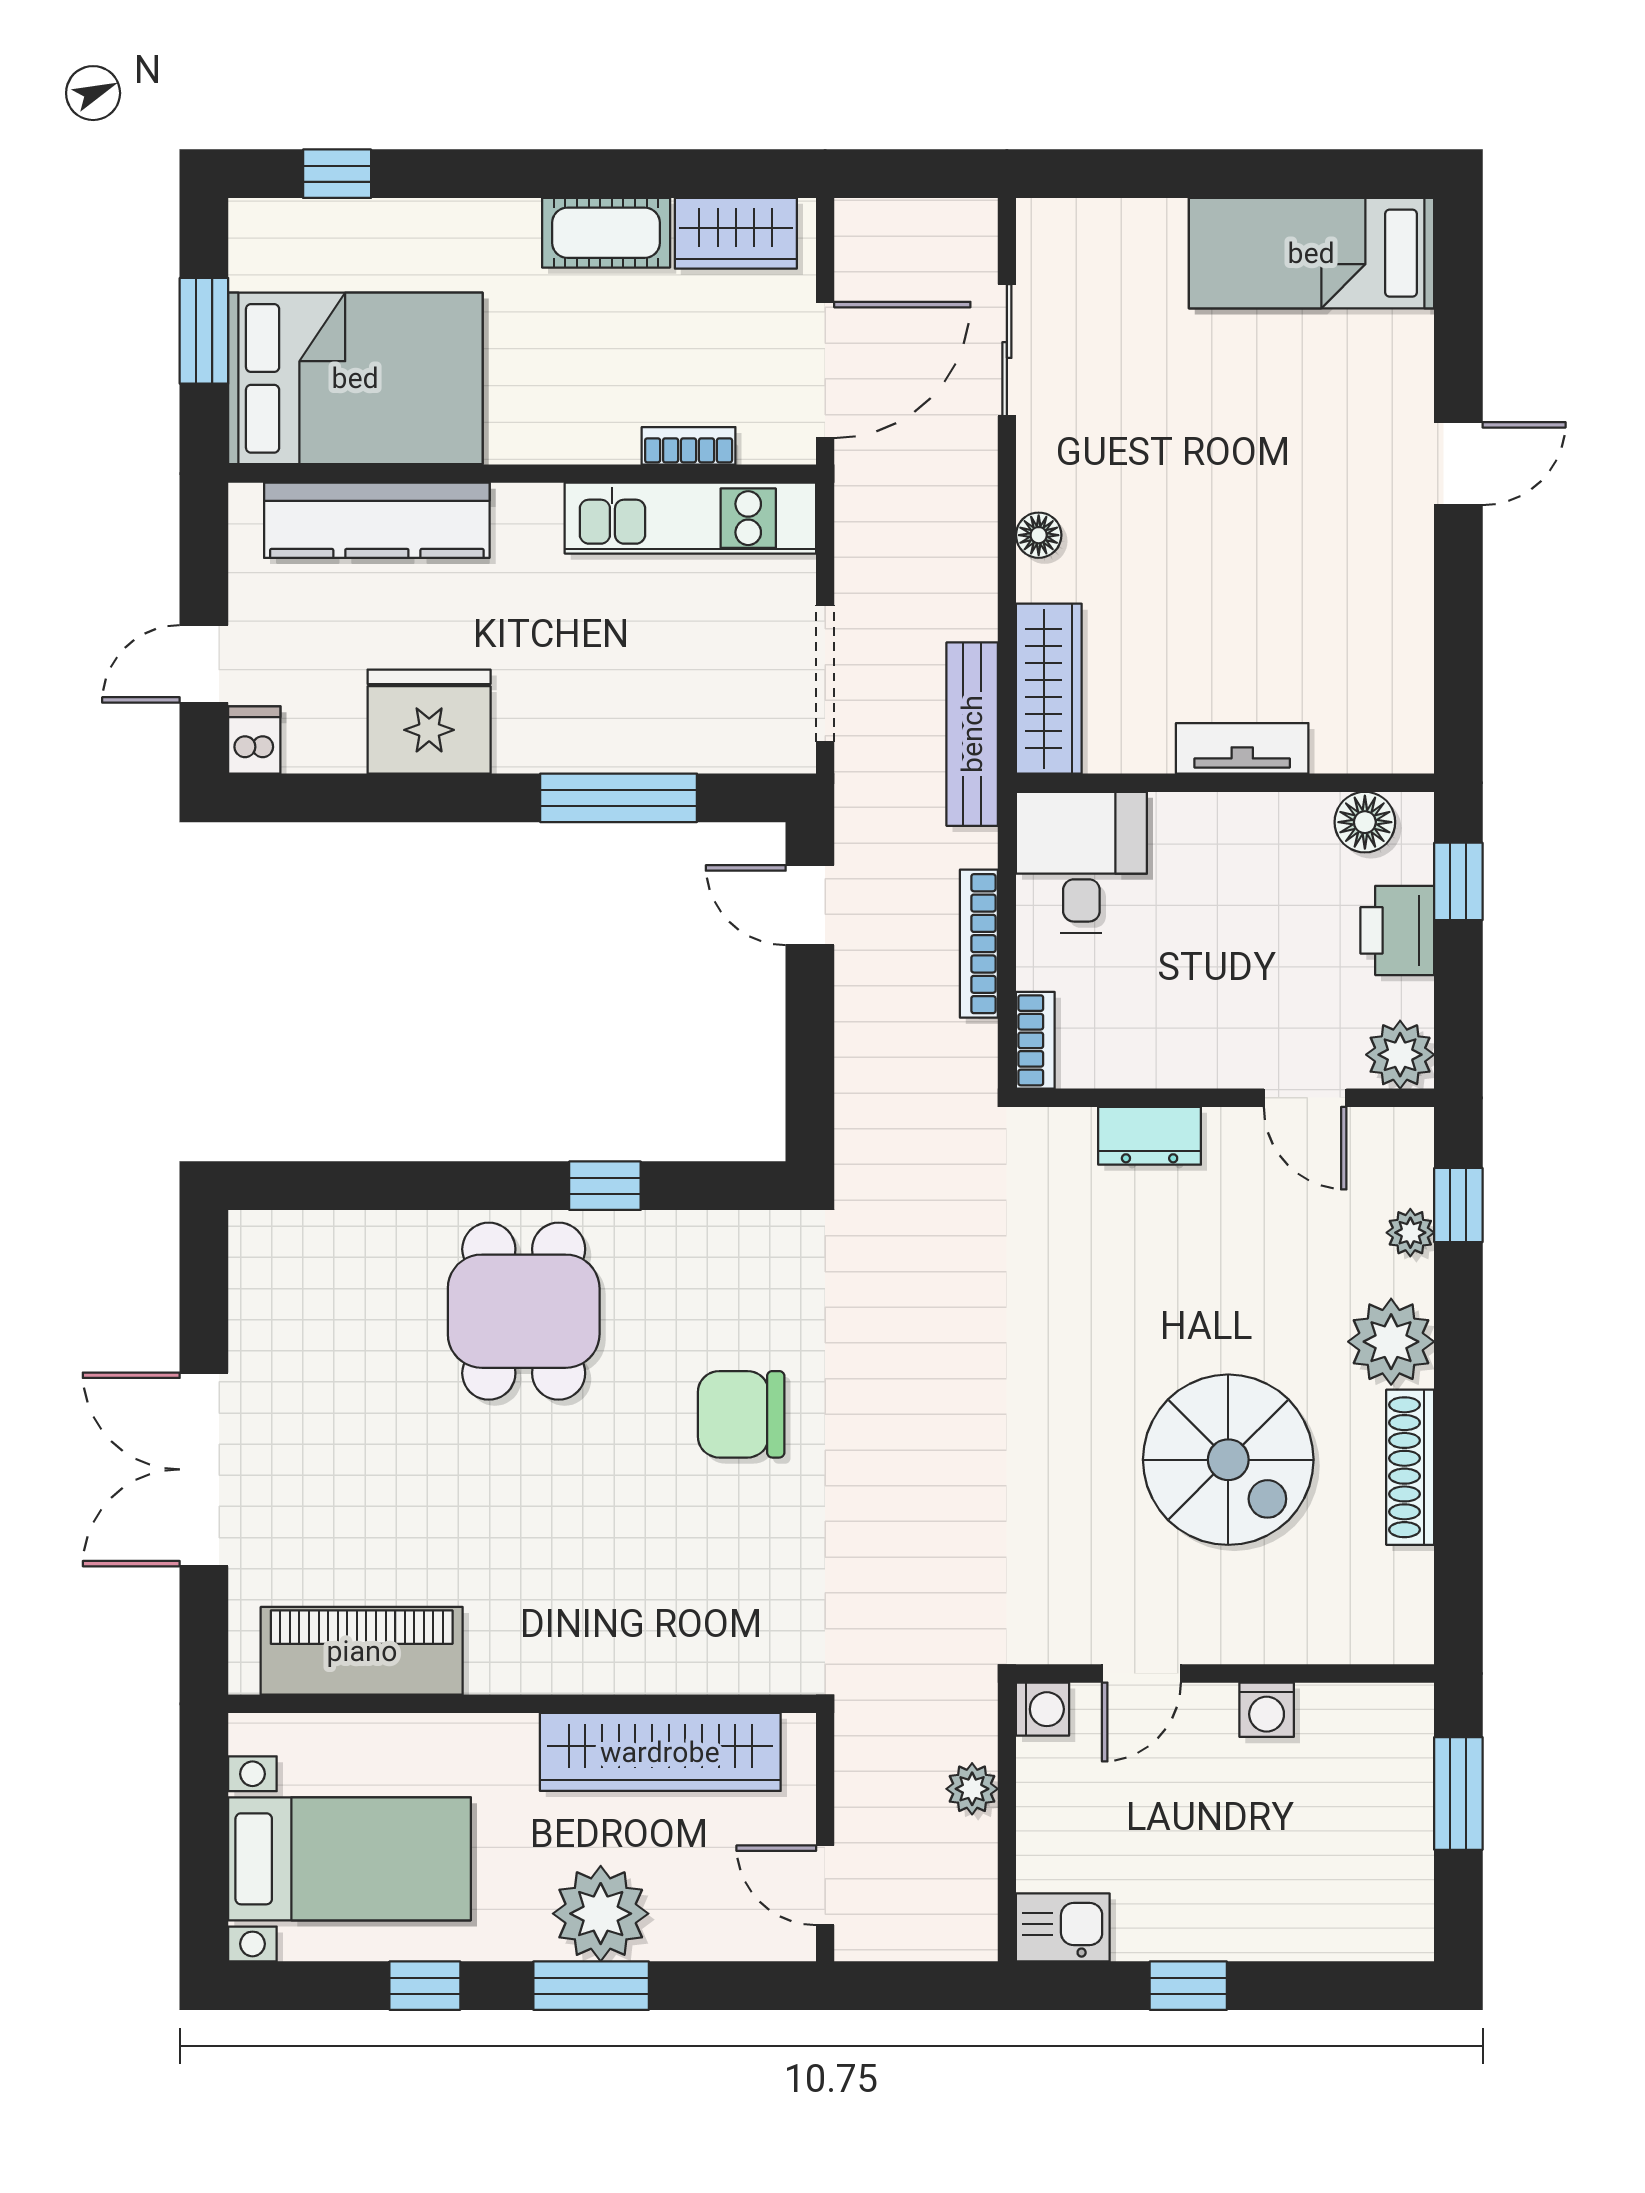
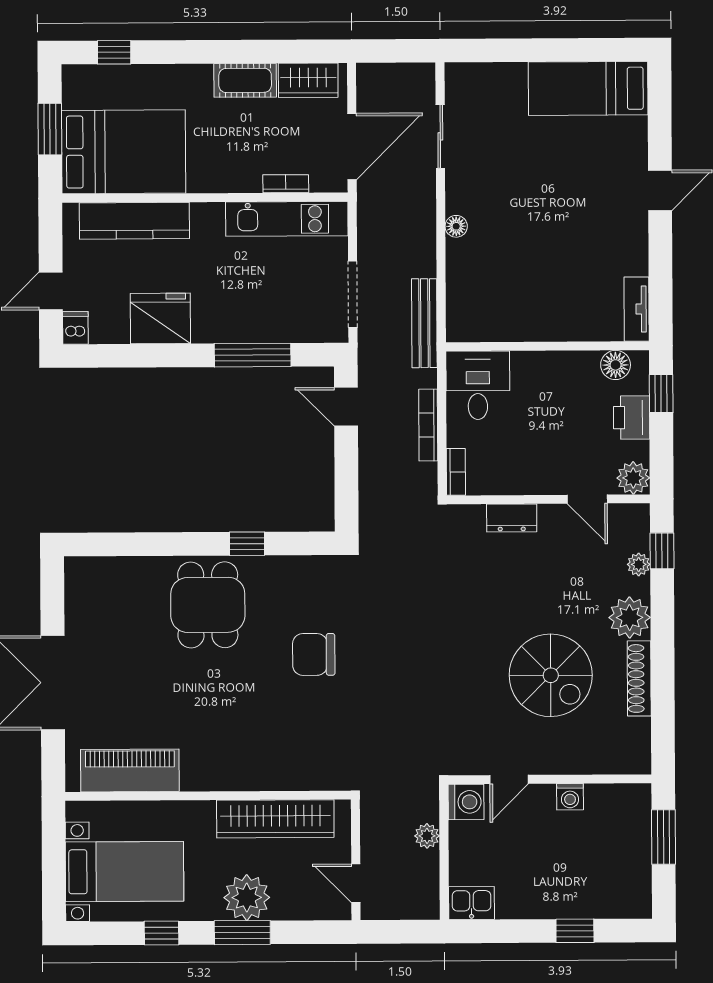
wardrobe: (1049, 689) -> (462, 301), removed
tv unit: (1242, 748) -> (637, 309), moved, turned -90
washing machine: (1043, 1709) -> (466, 802), width x1.38, depth x1.38
window: (1188, 1986) -> (575, 931), moved

